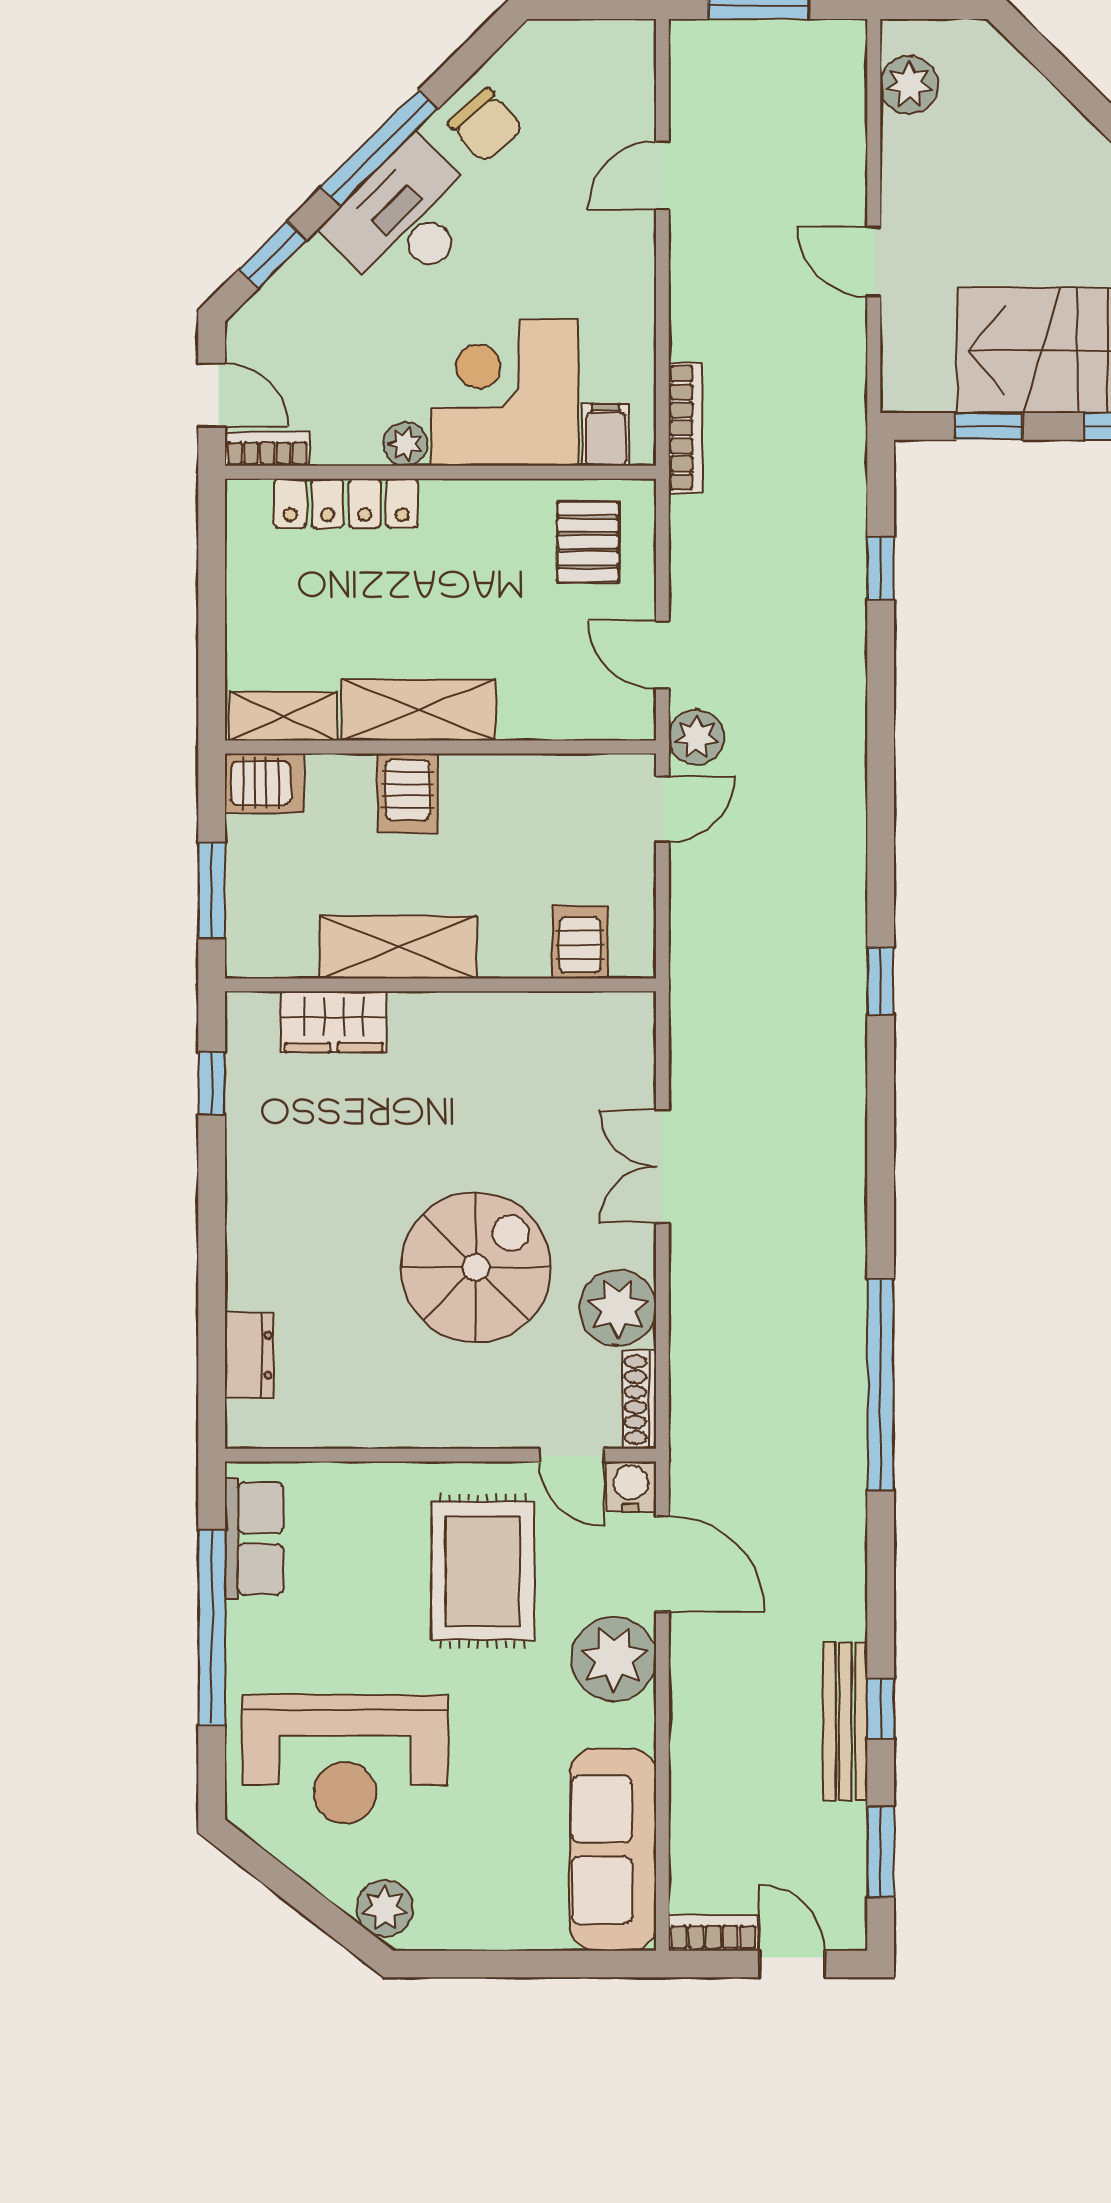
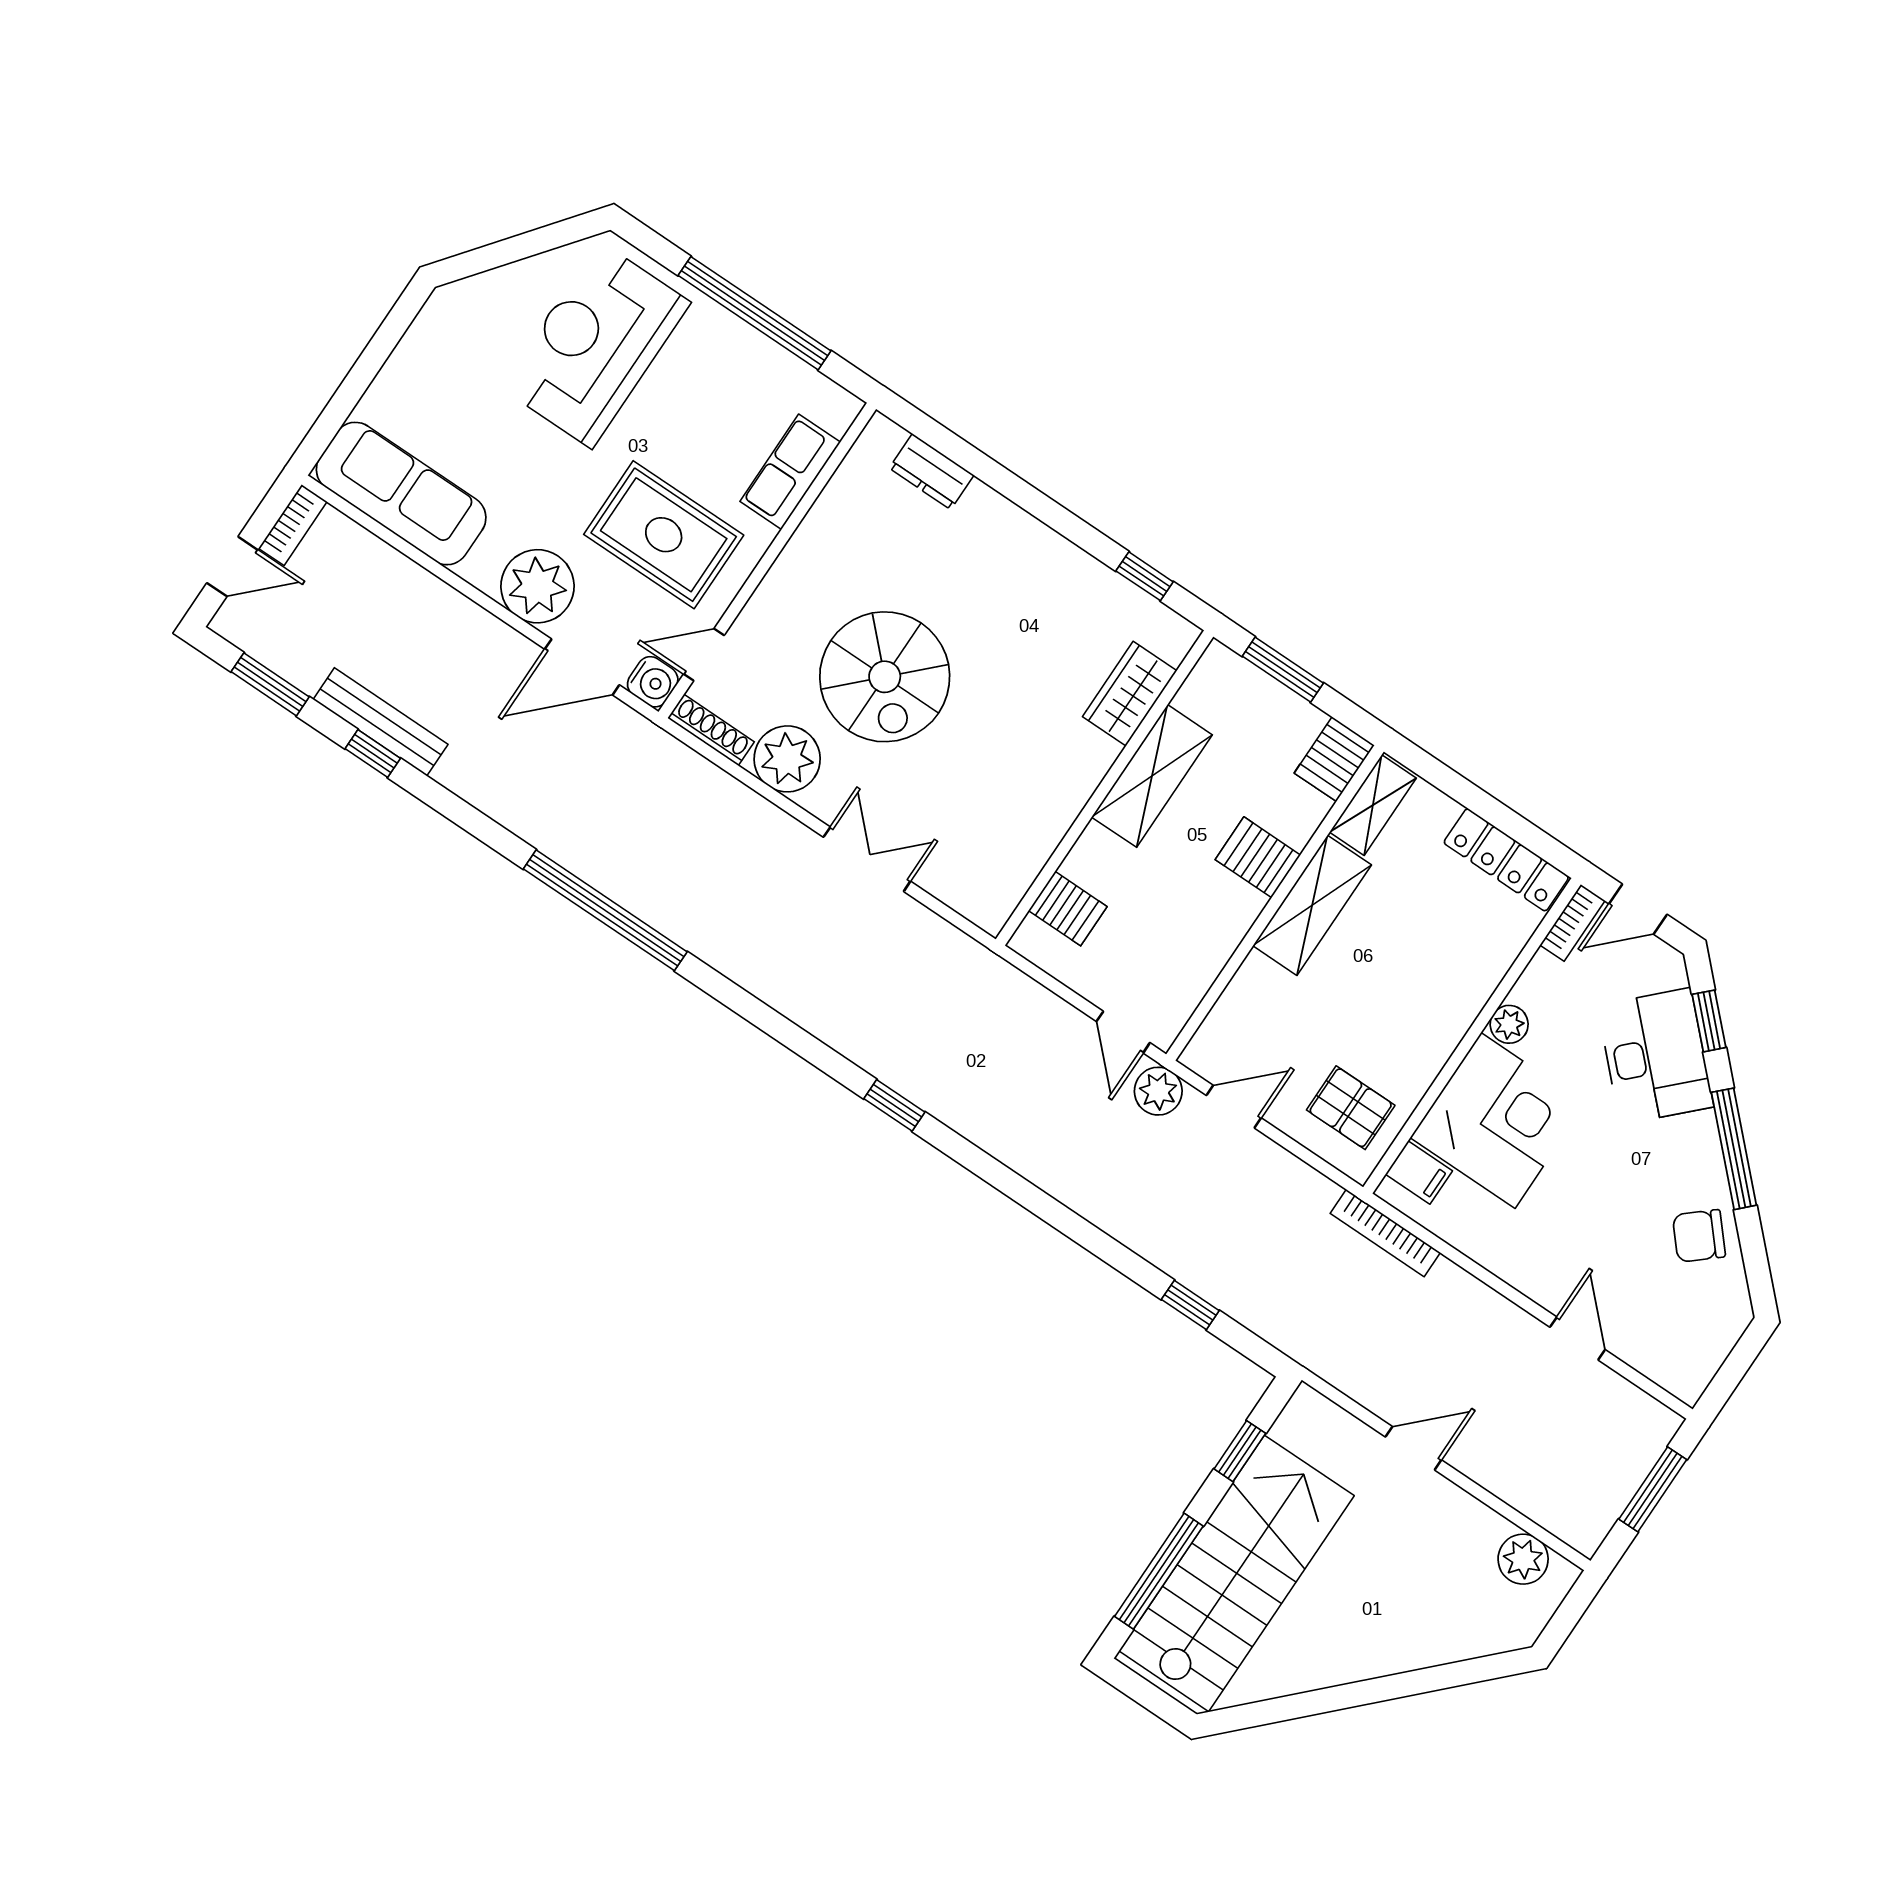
desk: (406, 219) -> (1655, 1056), moved
locker: (346, 503) -> (1506, 860), moved, turned -90
row of seats: (254, 1538) -> (790, 472), moved, turned 90
plant: (385, 1908) -> (469, 301), removed

